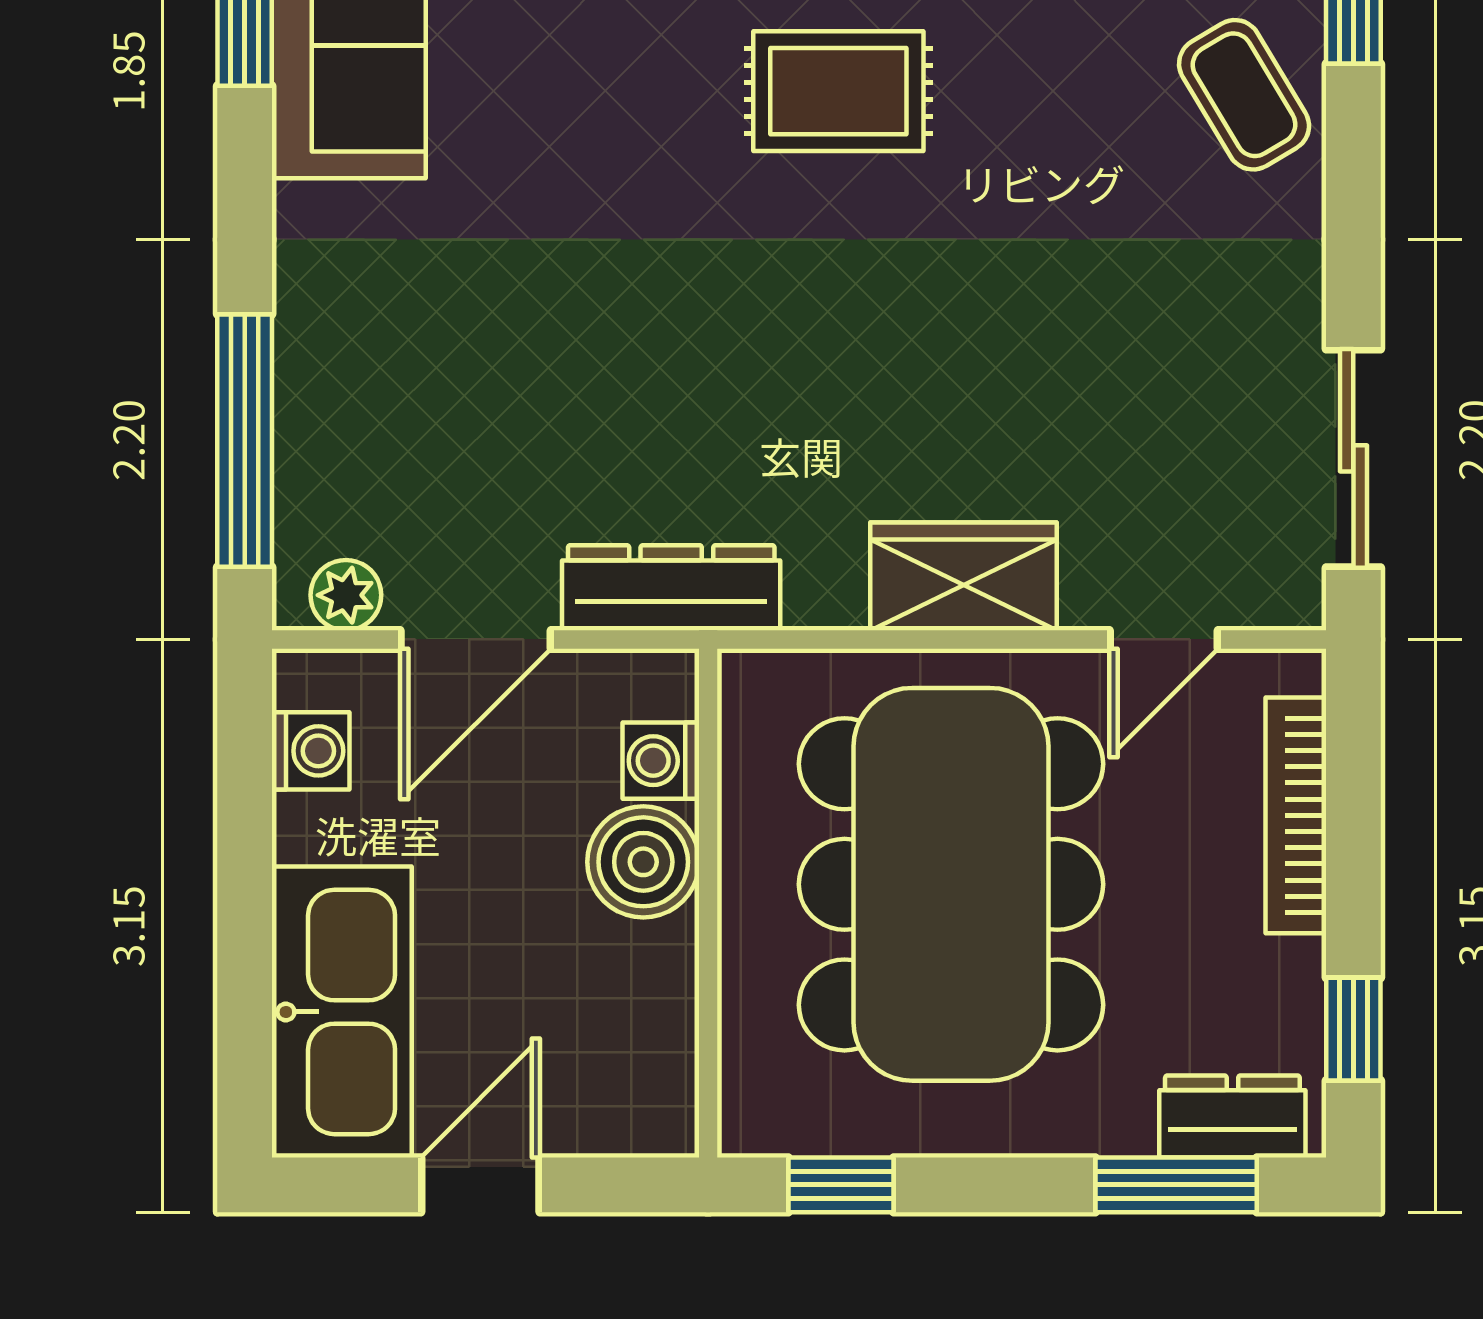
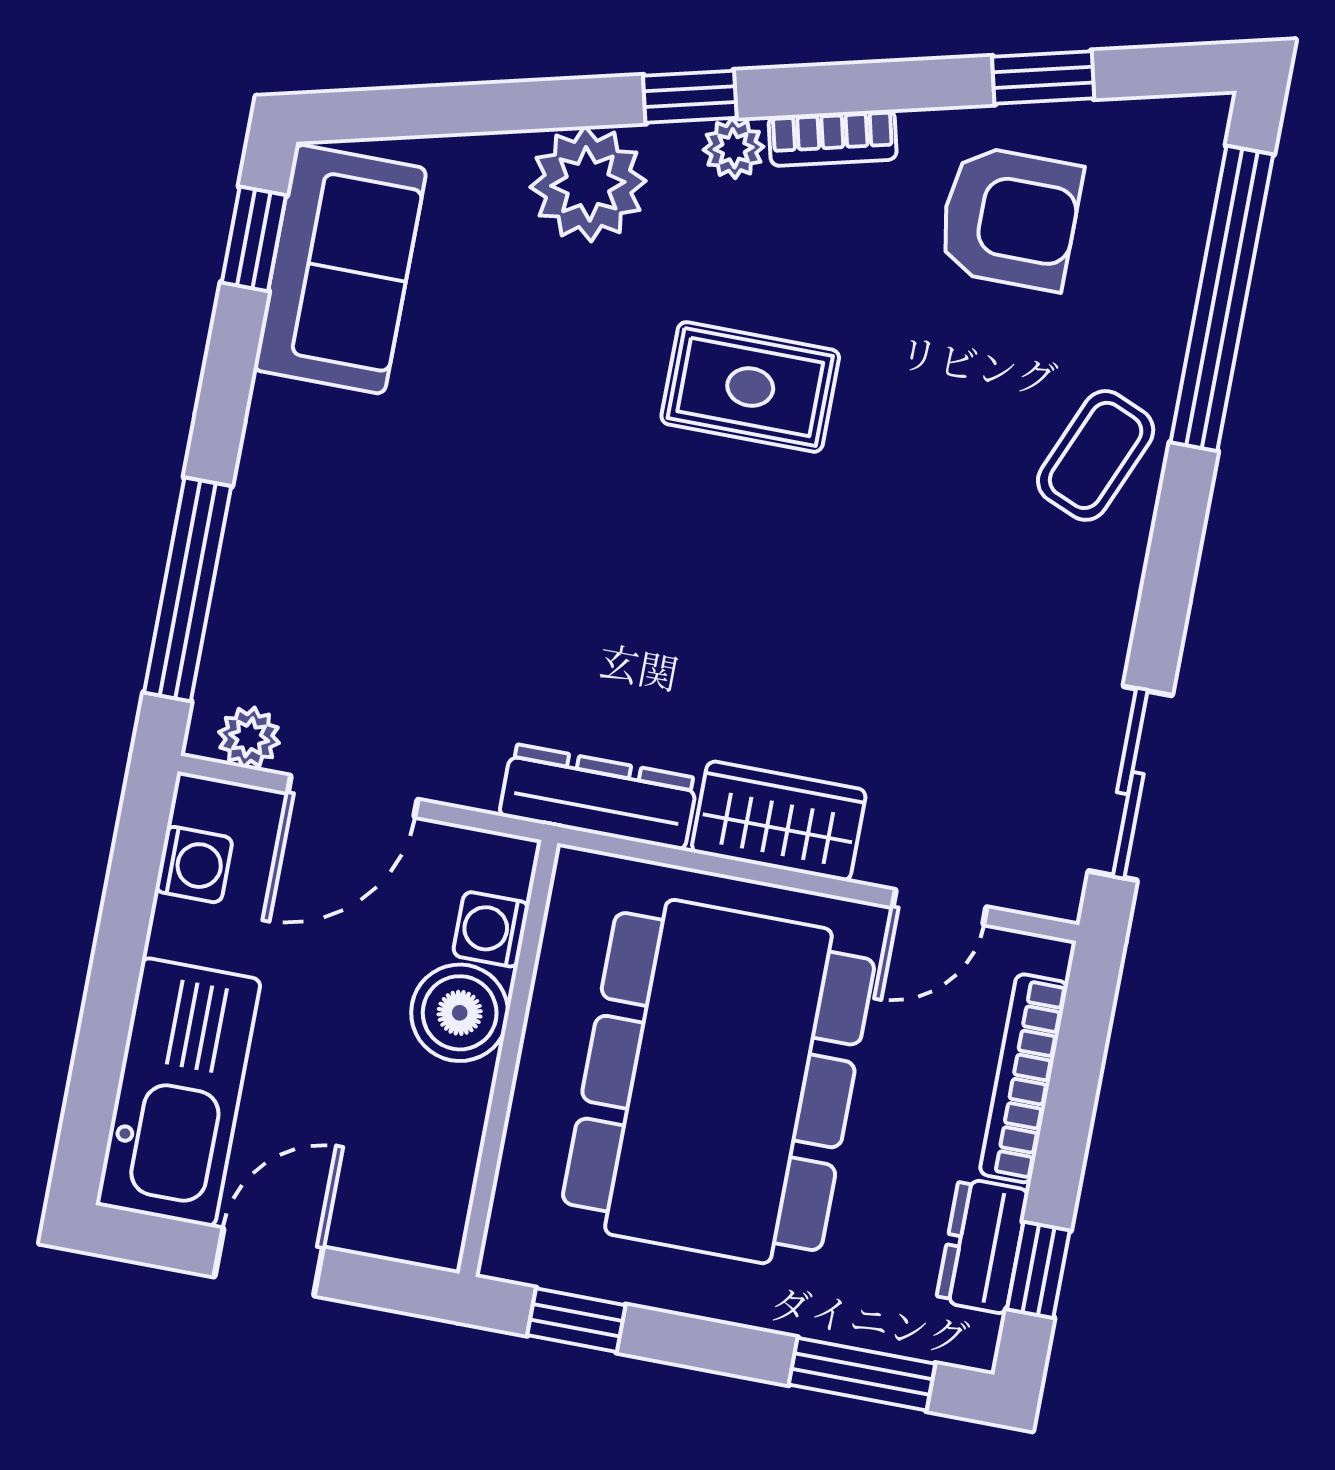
coffee table: (1244, 95) -> (1096, 455), turned 54
dresser: (671, 588) -> (598, 797), moved
dresser: (1232, 1116) -> (982, 1246), moved, turned -90

